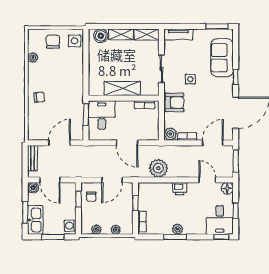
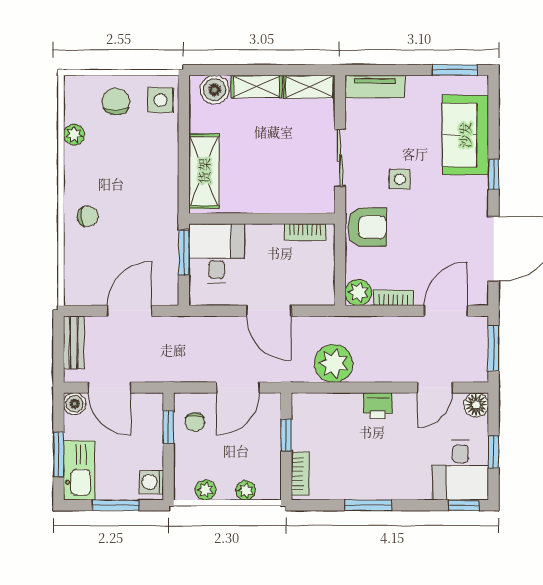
shelving: (122, 88) -> (204, 171), moved, turned 90
door: (207, 180) -> (435, 388), swing flipped
plant: (177, 229) -> (373, 489), removed

